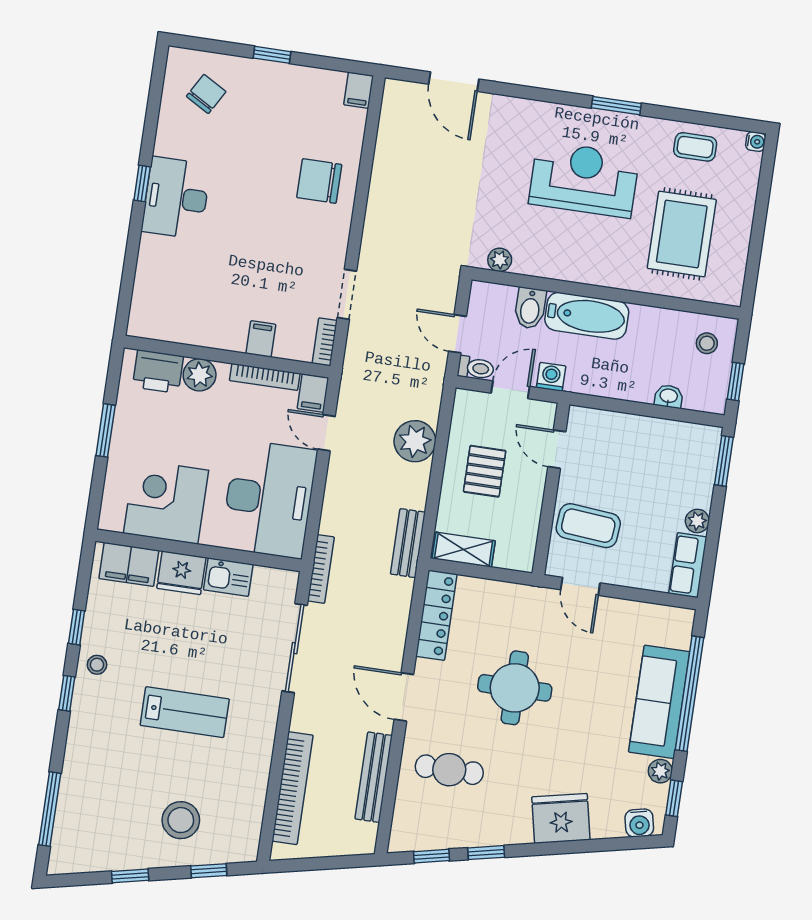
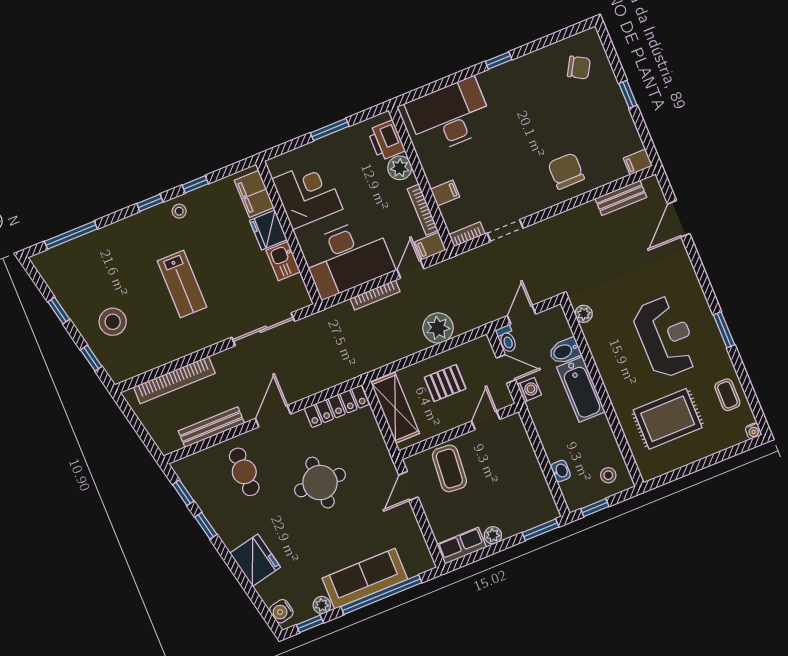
desk: (176, 198) -> (450, 116), moved, width x1.36, depth x1.30
bench: (408, 543) -> (621, 198), moved
shelving: (464, 550) -> (395, 408), width x1.50, depth x1.33
bookcase: (321, 569) -> (375, 295), moved

